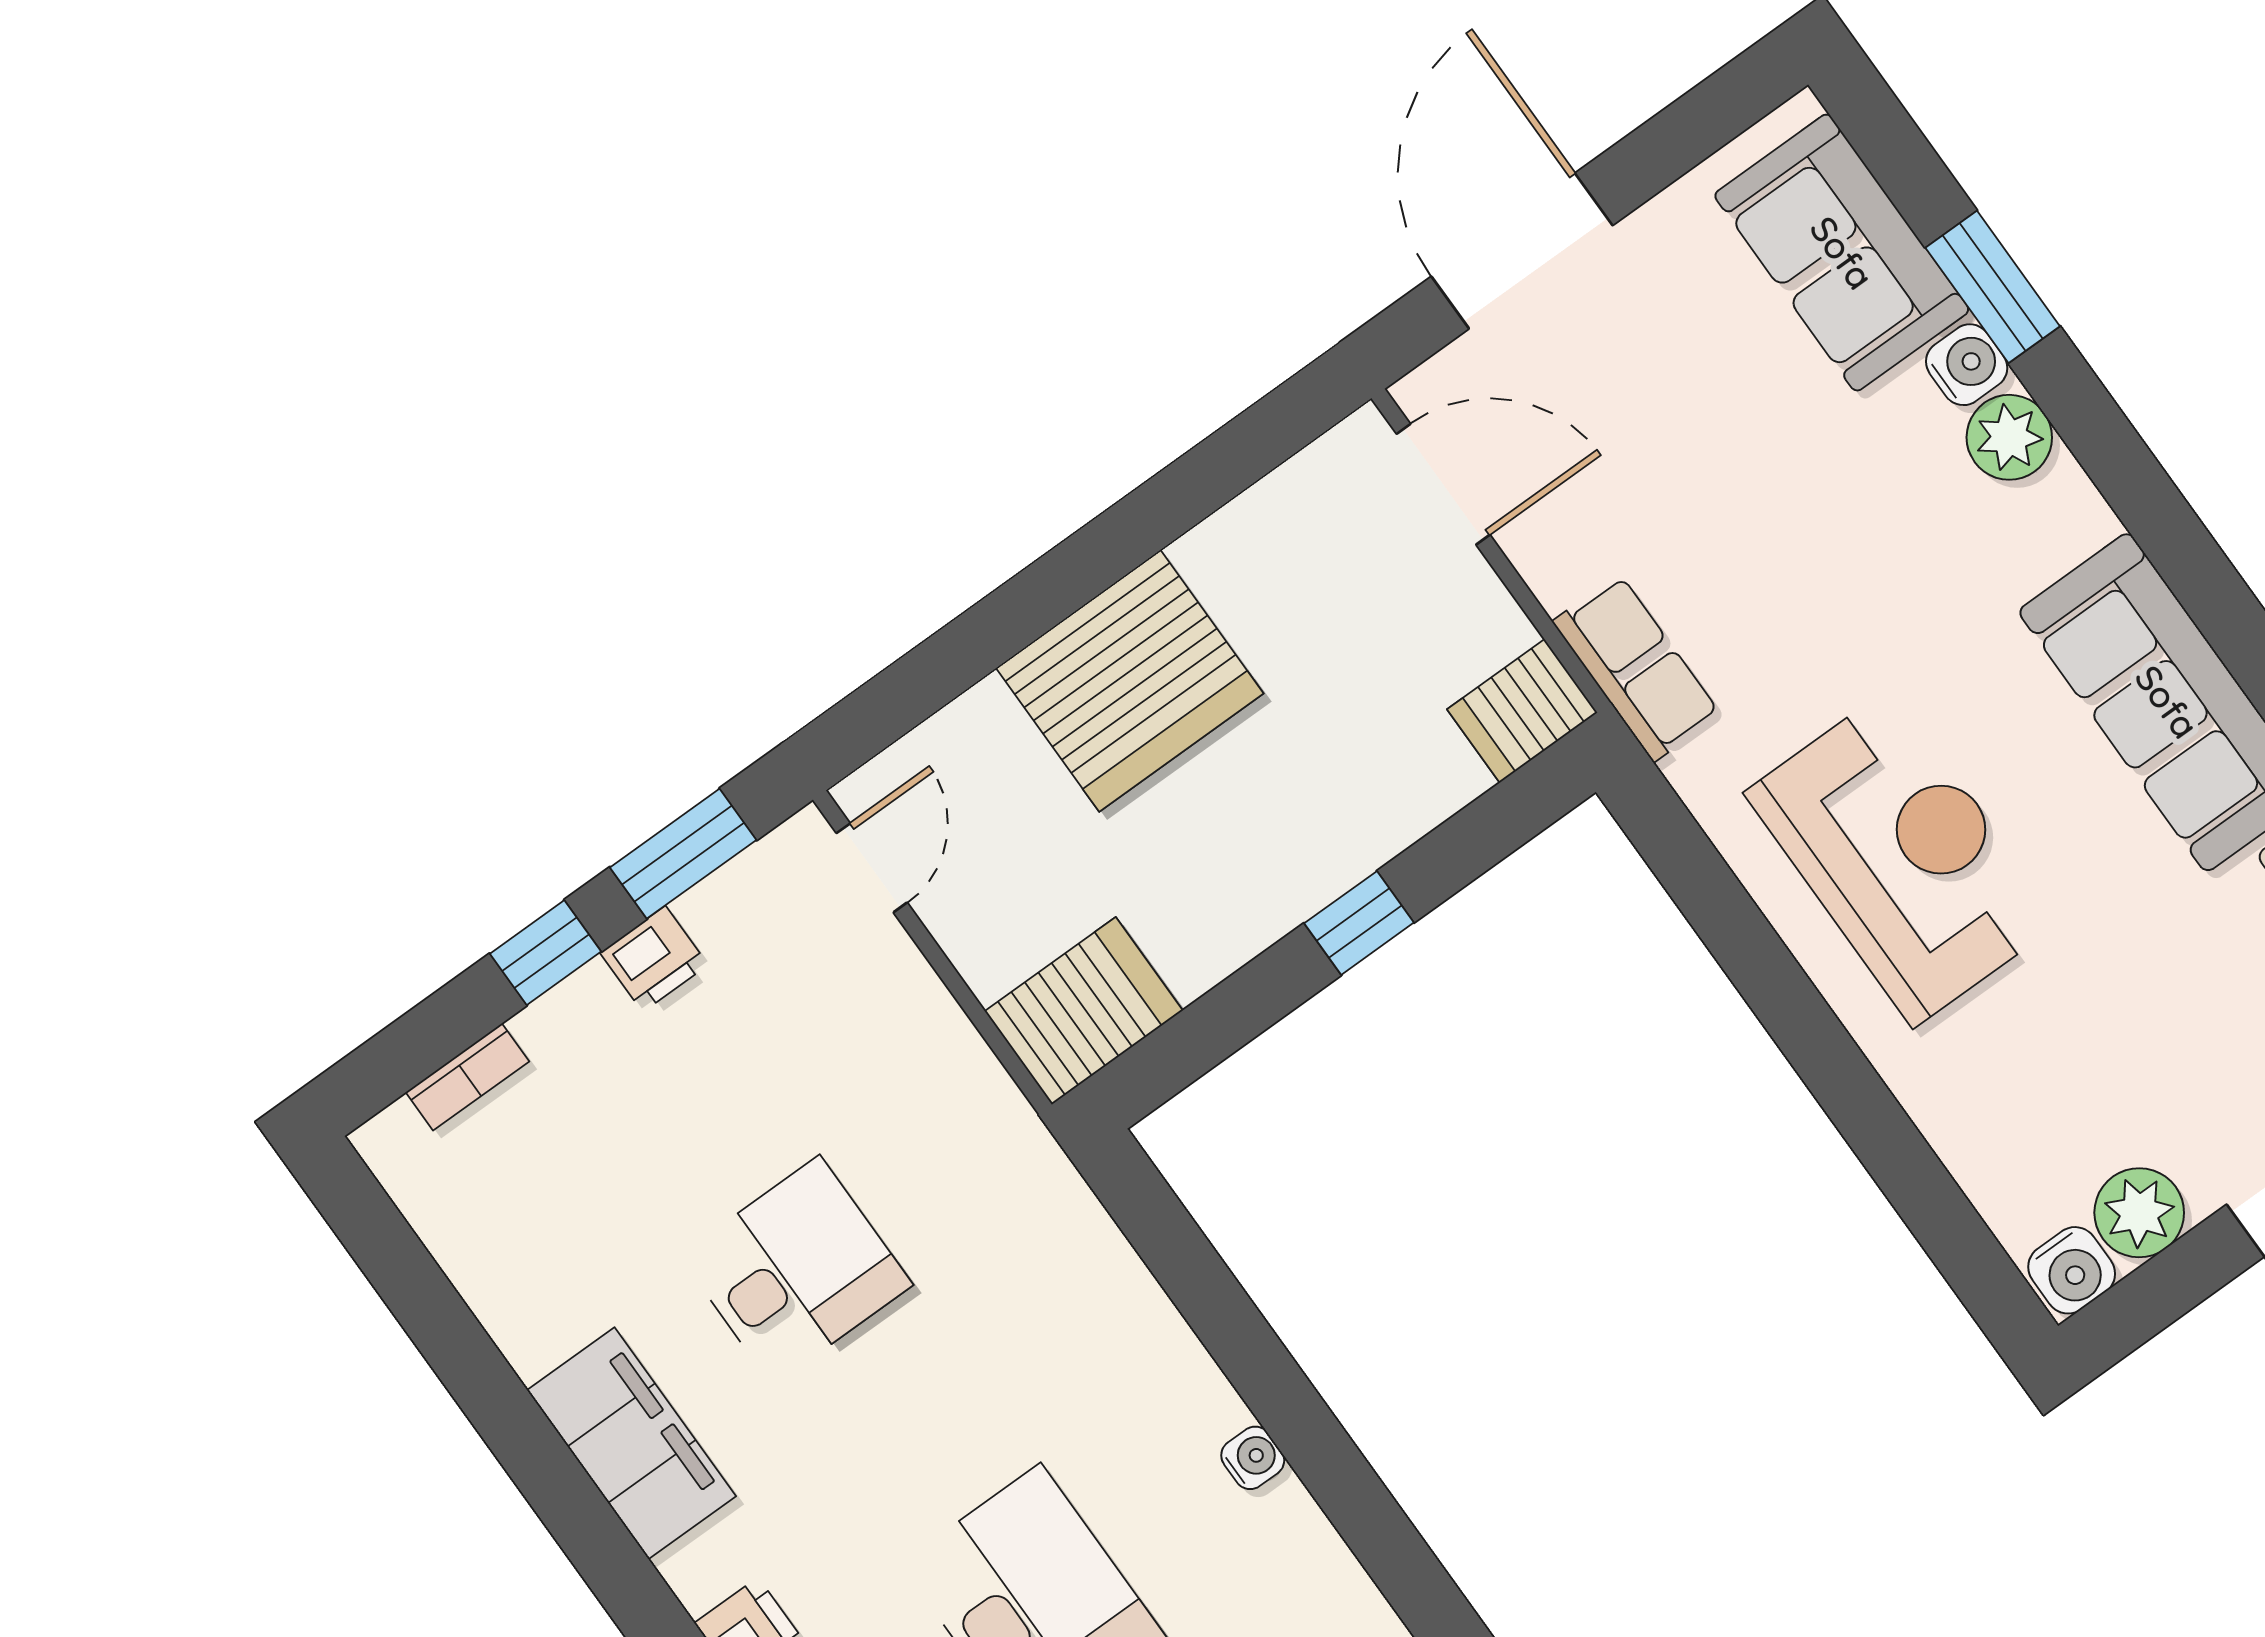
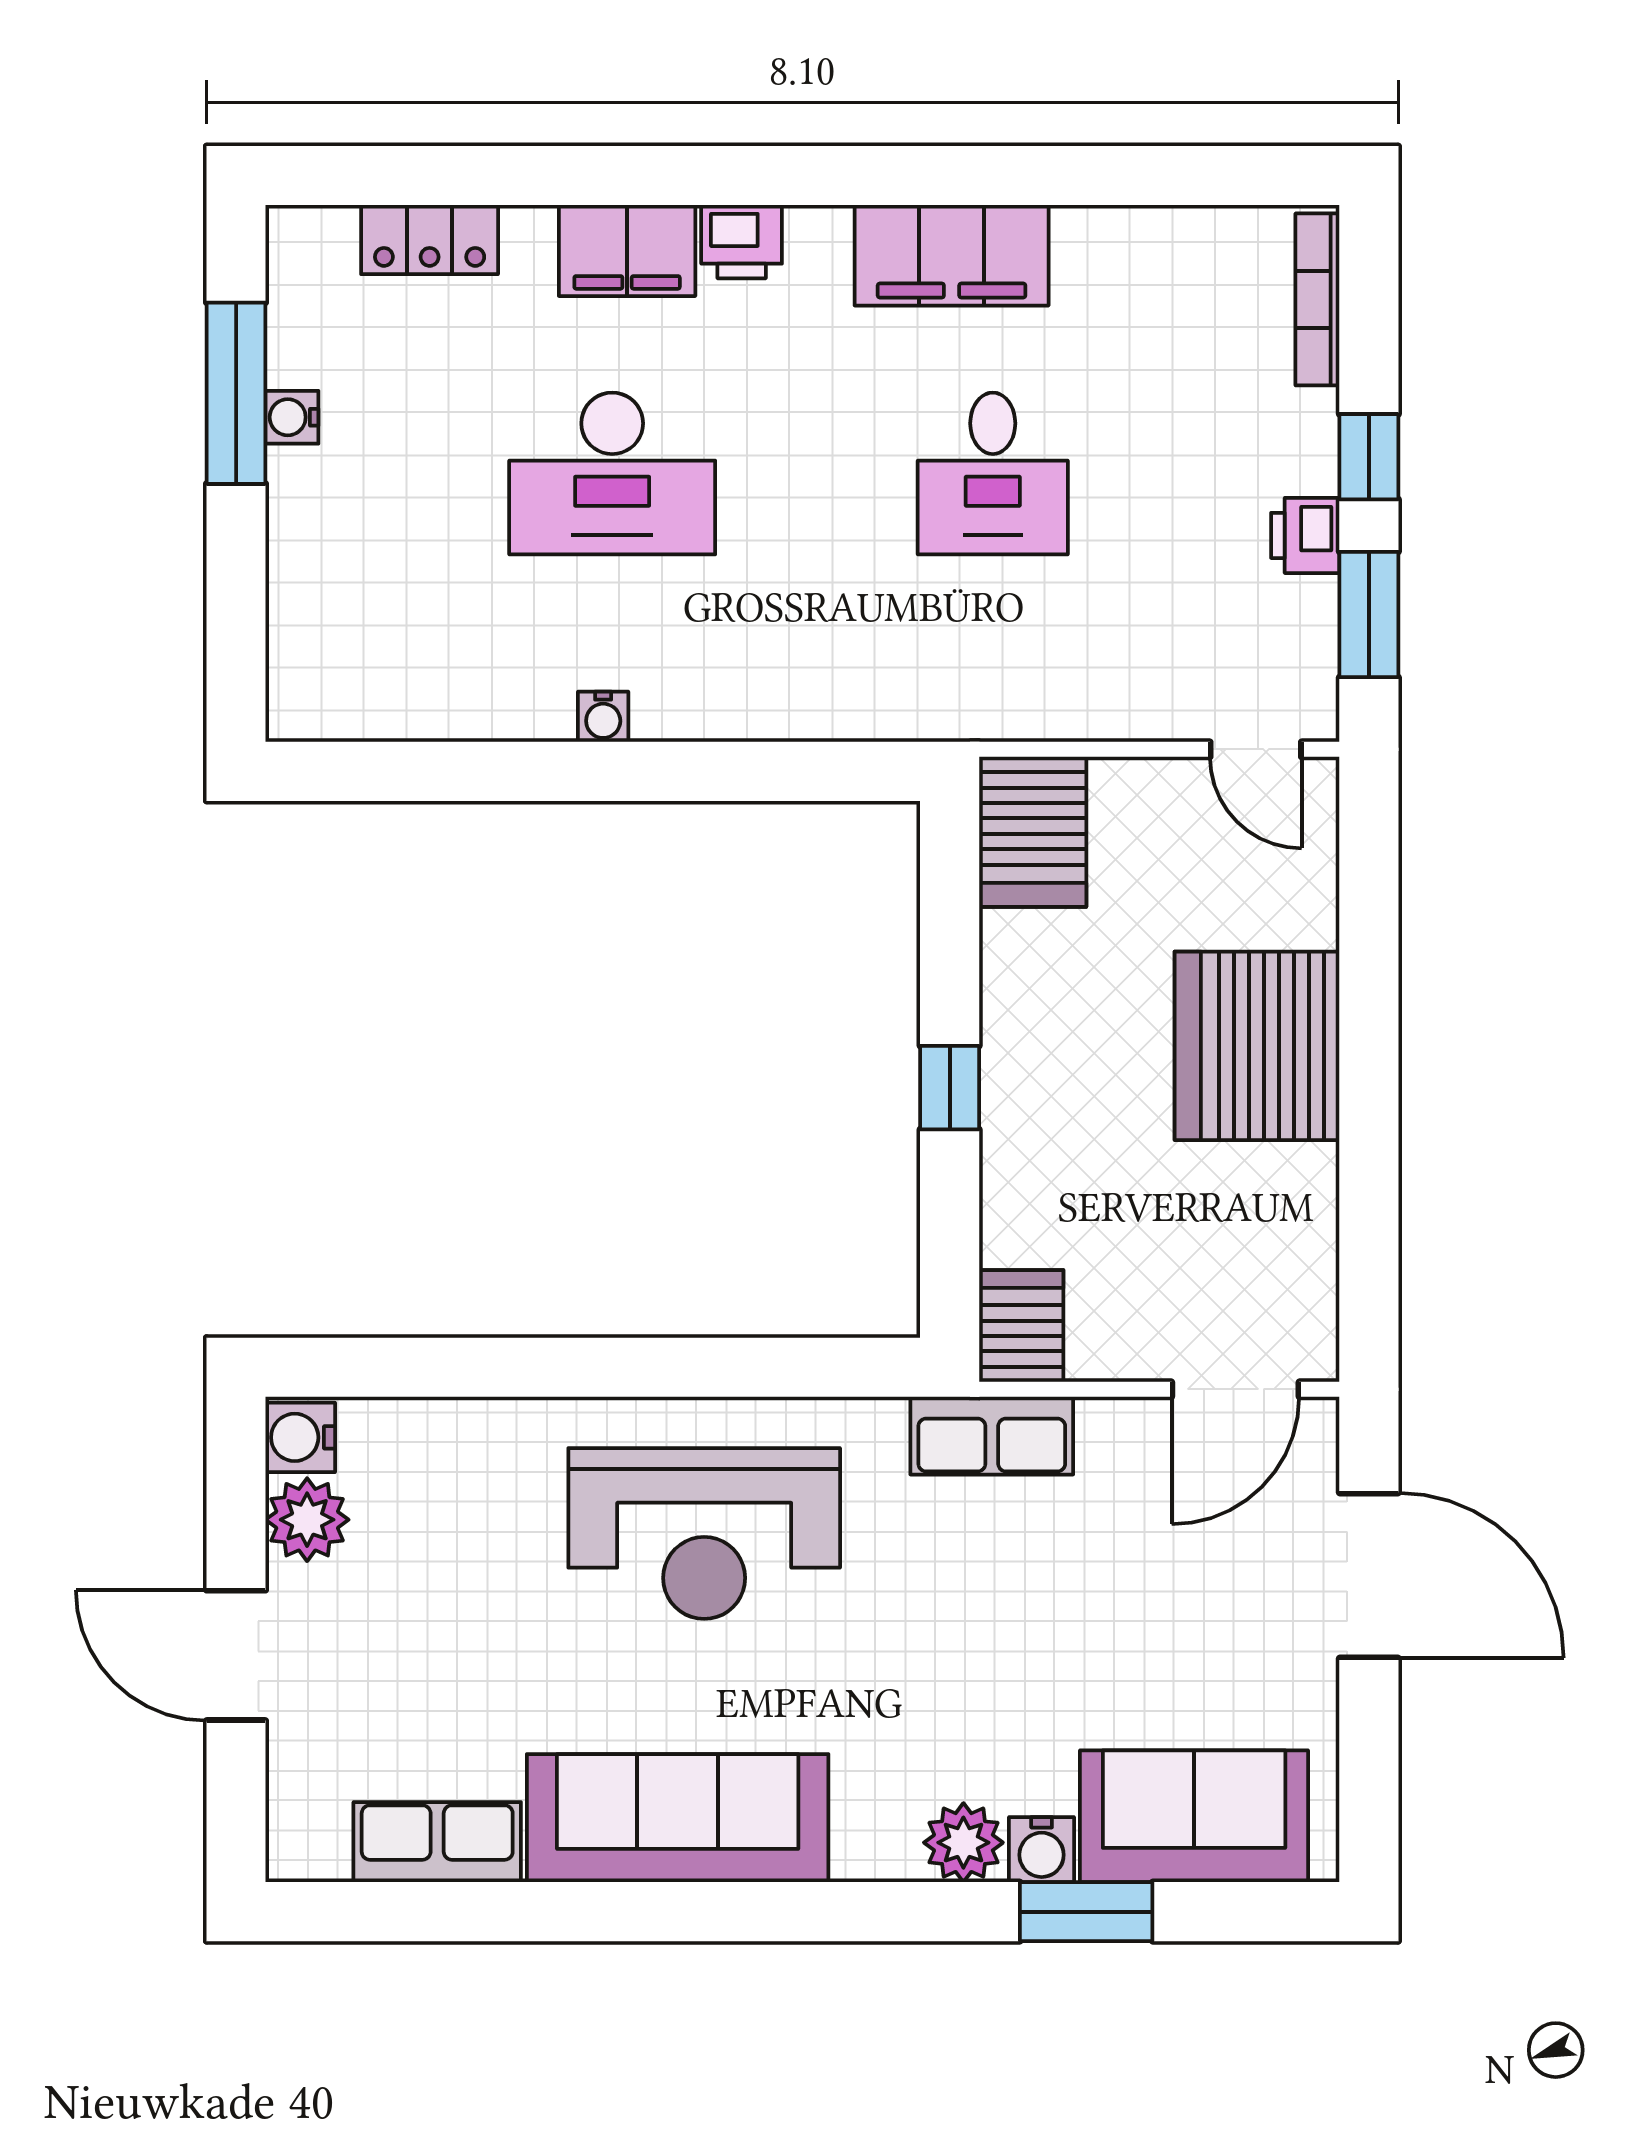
bookcase: (467, 1077) -> (1317, 299), width x1.56

